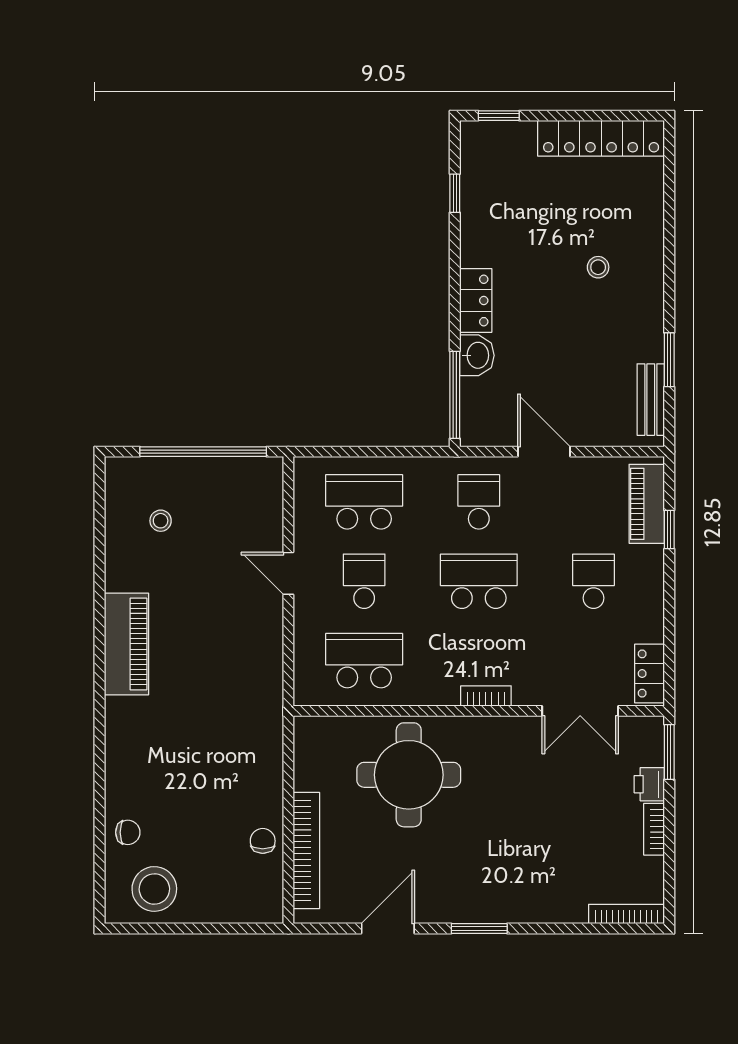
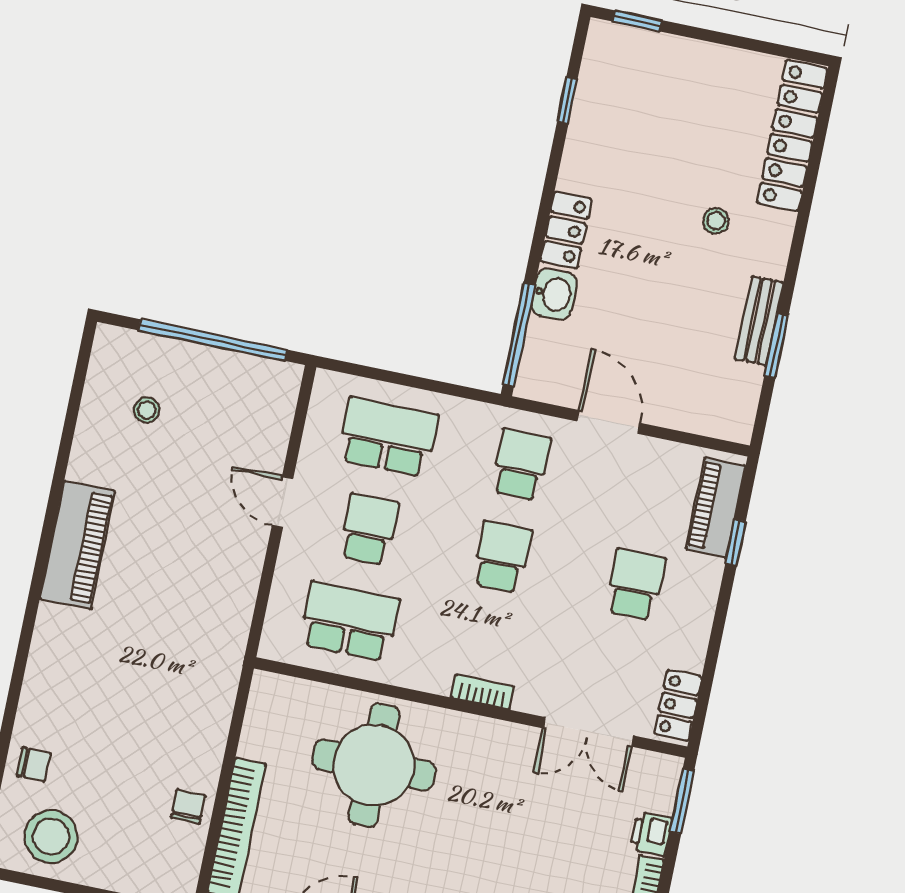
locker: (601, 138) -> (792, 136), moved, turned 90
bench: (651, 400) -> (759, 321), moved
school desk: (479, 581) -> (502, 557), width x0.54

